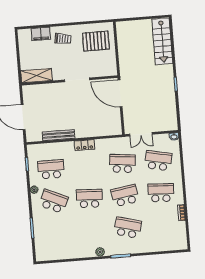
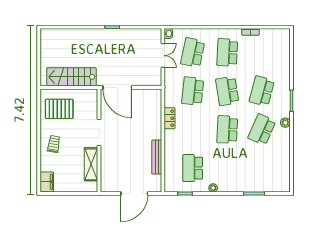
filing cabinet: (41, 34) -> (47, 182), moved
pallet: (96, 41) -> (59, 109), turned 90
stairs: (162, 41) -> (71, 77), moved, turned 180
shelving: (37, 76) -> (91, 164), moved
door: (120, 93) -> (117, 88), hinge flipped
double door: (141, 134) -> (163, 56), moved
locker: (85, 145) -> (170, 118), moved
school desk: (54, 201) -> (262, 130), moved

